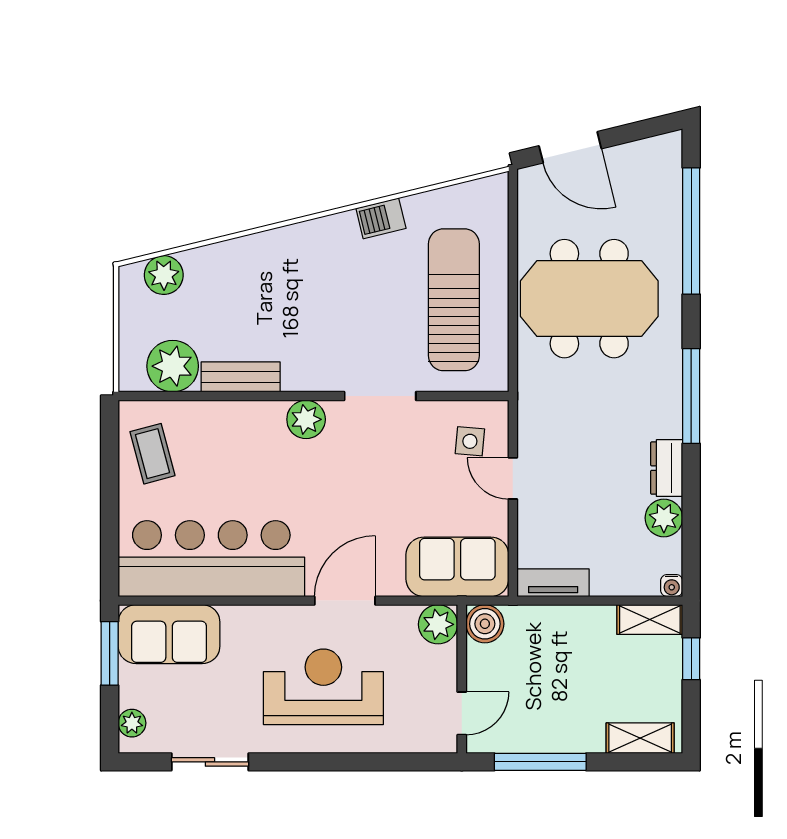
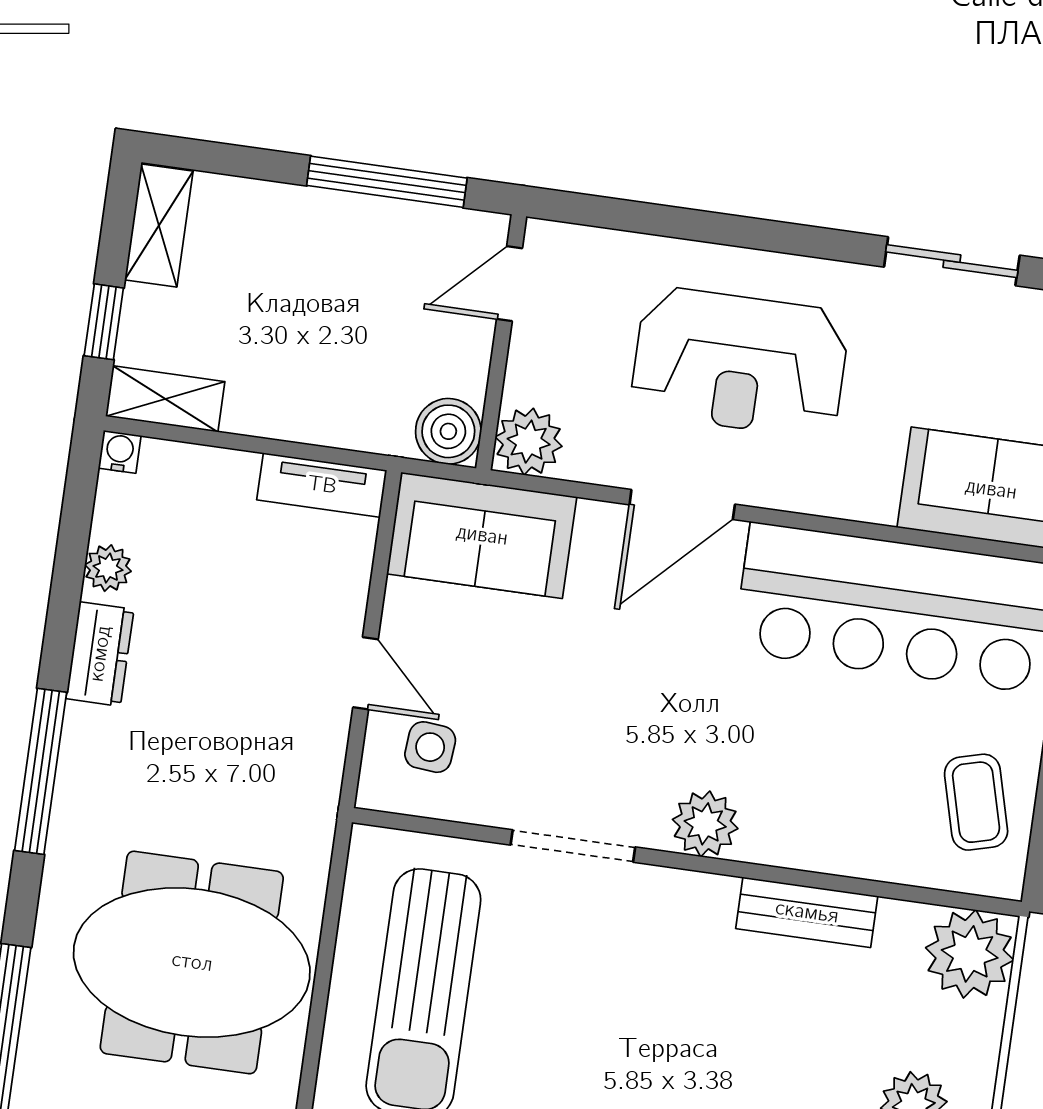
plant: (173, 366) -> (970, 954), moved
plant: (664, 518) -> (108, 568), width x0.73, depth x0.73
shelving: (640, 738) -> (159, 225), moved, turned 90

